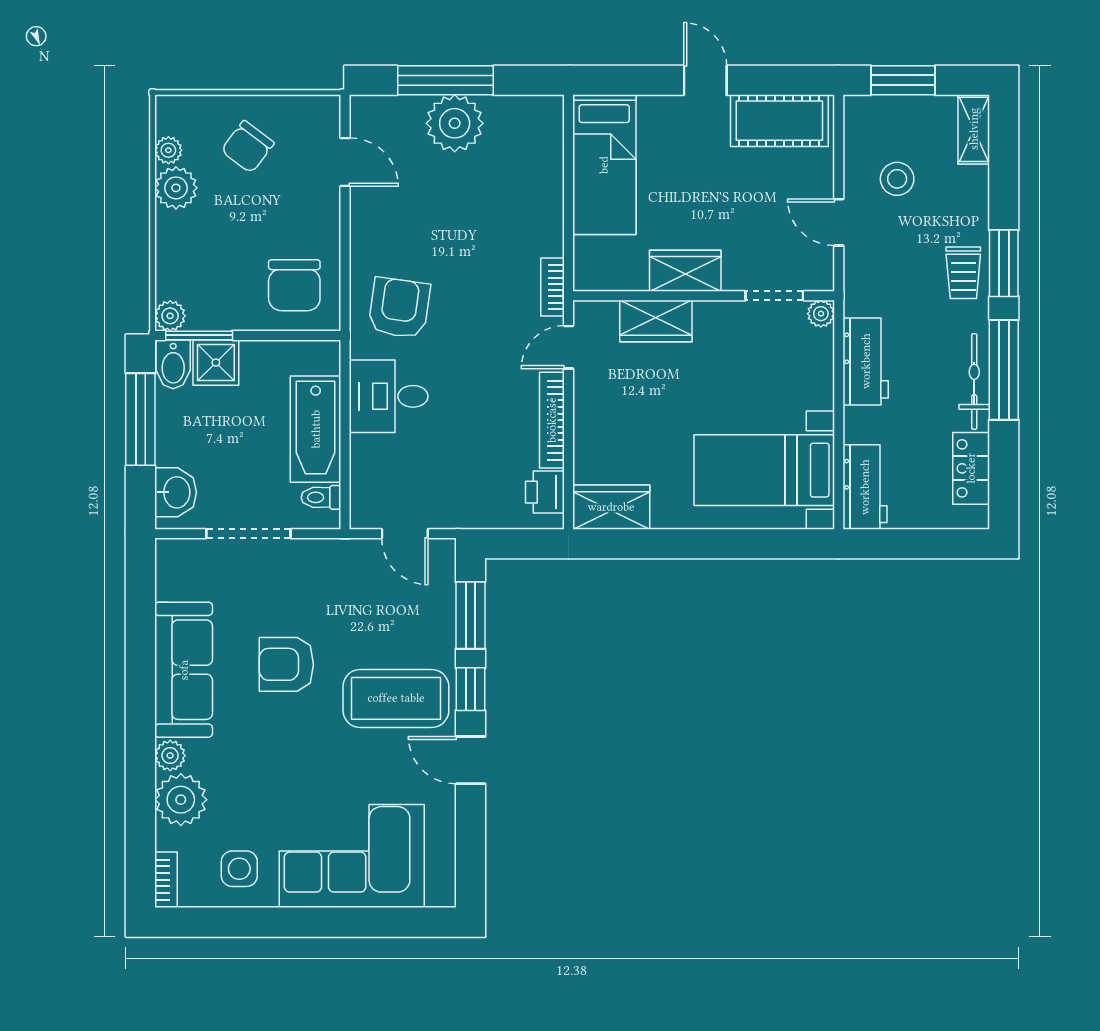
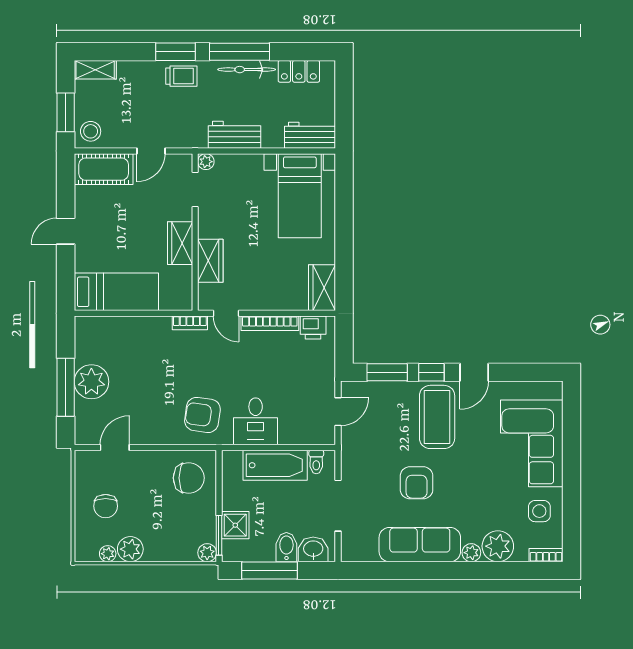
cot: (779, 121) -> (104, 169), moved, turned 90
chair: (248, 147) -> (106, 506), turned 53
stool: (897, 179) -> (91, 131), moved
bidet: (173, 364) -> (286, 547), moved, turned -90

